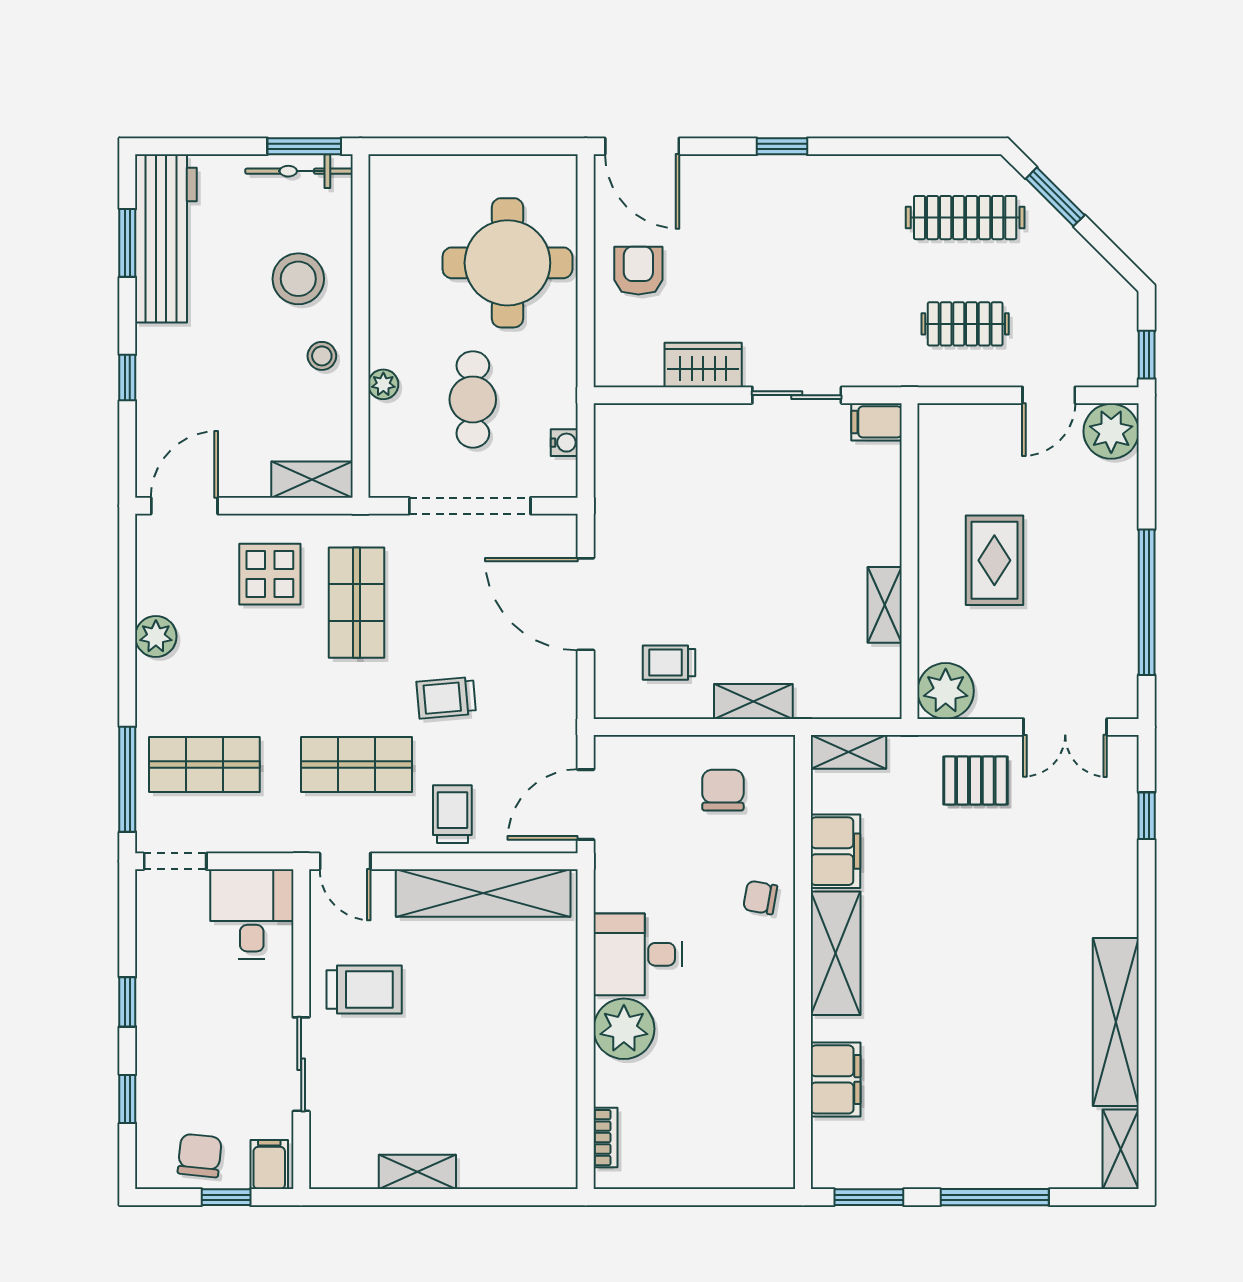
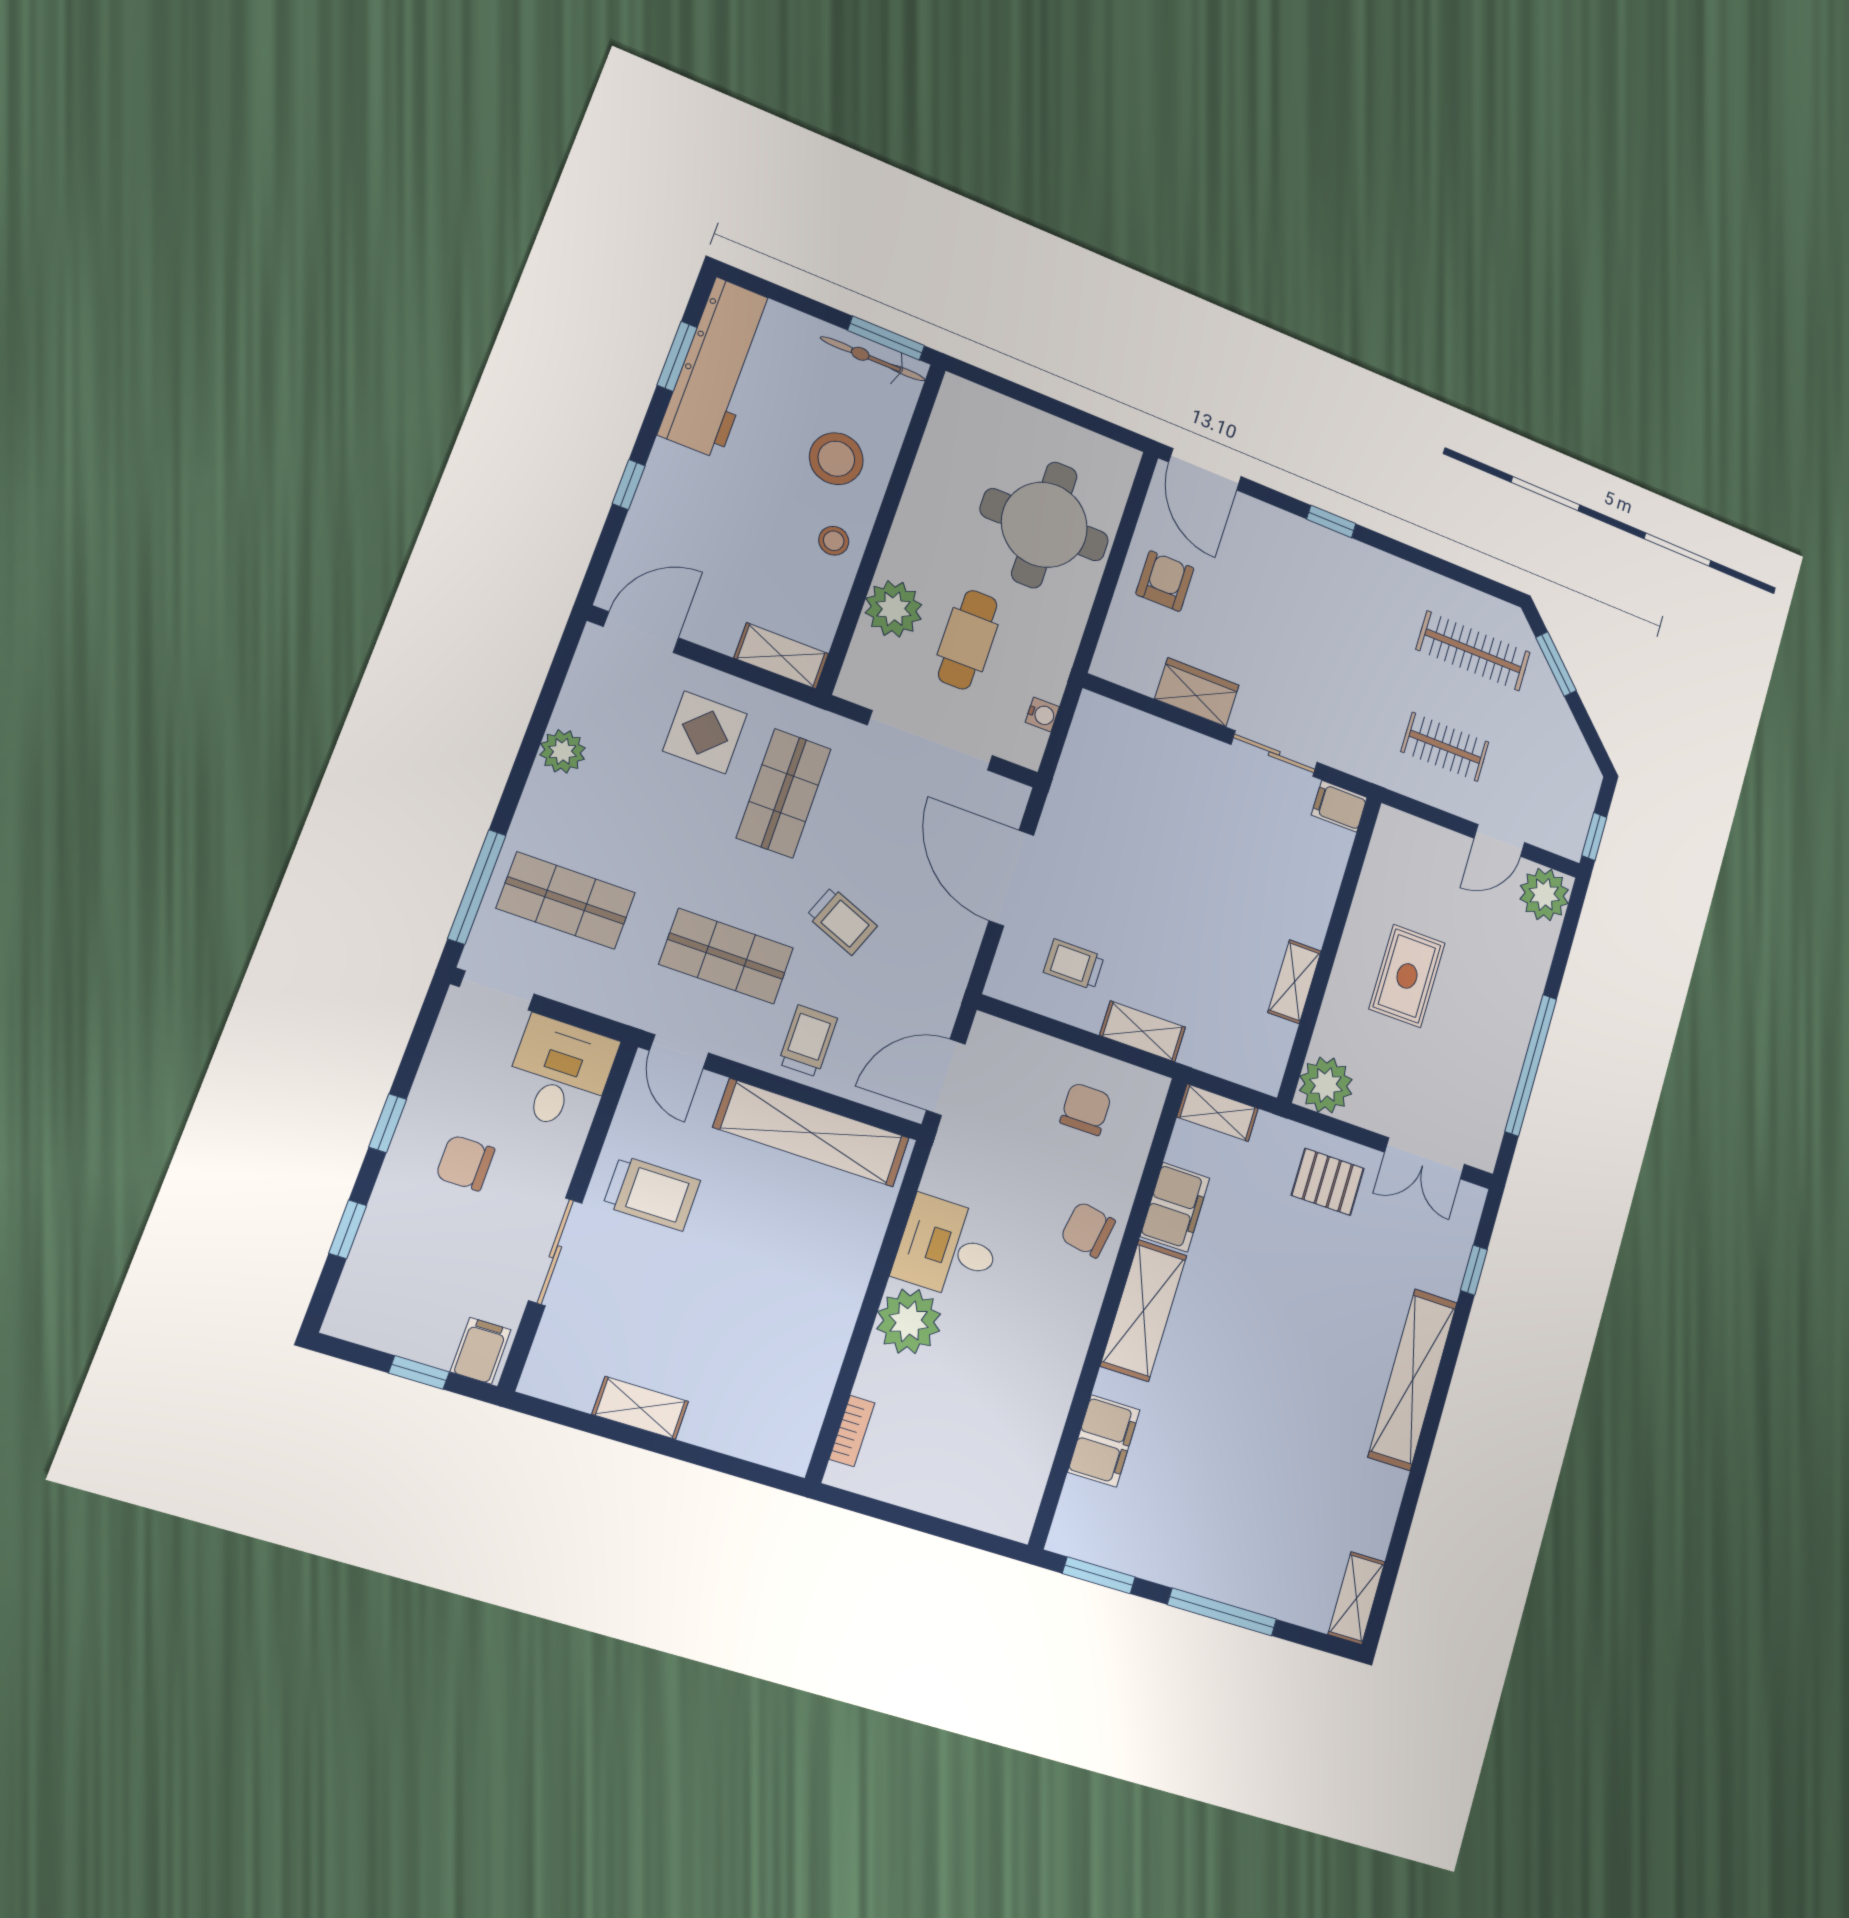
plant: (383, 384) -> (894, 609), width x1.88, depth x1.88
trolley: (446, 698) -> (842, 921), turned -153
chair: (760, 898) -> (1088, 1230), width x1.37, depth x1.37
shelving: (1116, 1022) -> (1413, 1379), moved
chair: (200, 1156) -> (465, 1163), moved, turned -96

